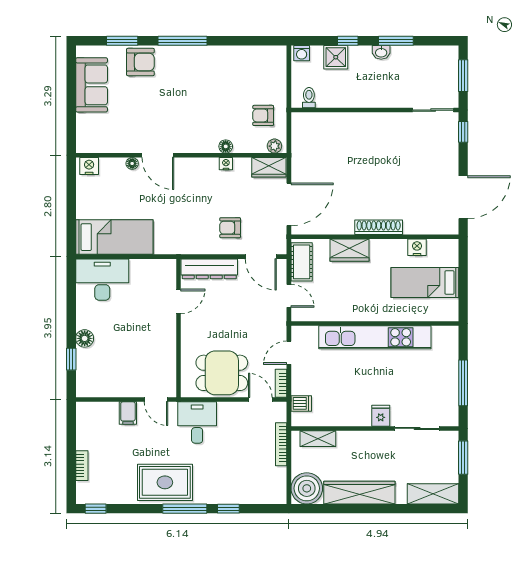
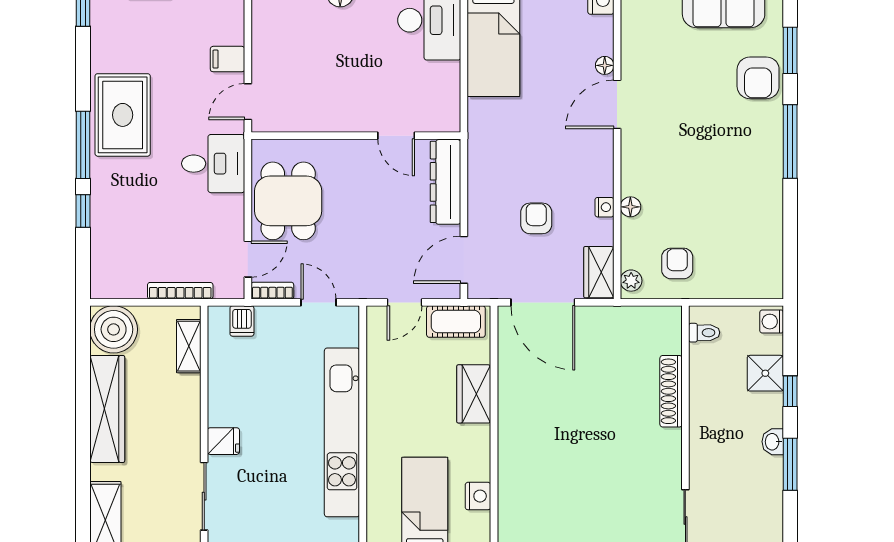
shoe rack: (379, 227) -> (671, 391), moved, turned 180
armchair: (230, 228) -> (536, 218), moved

